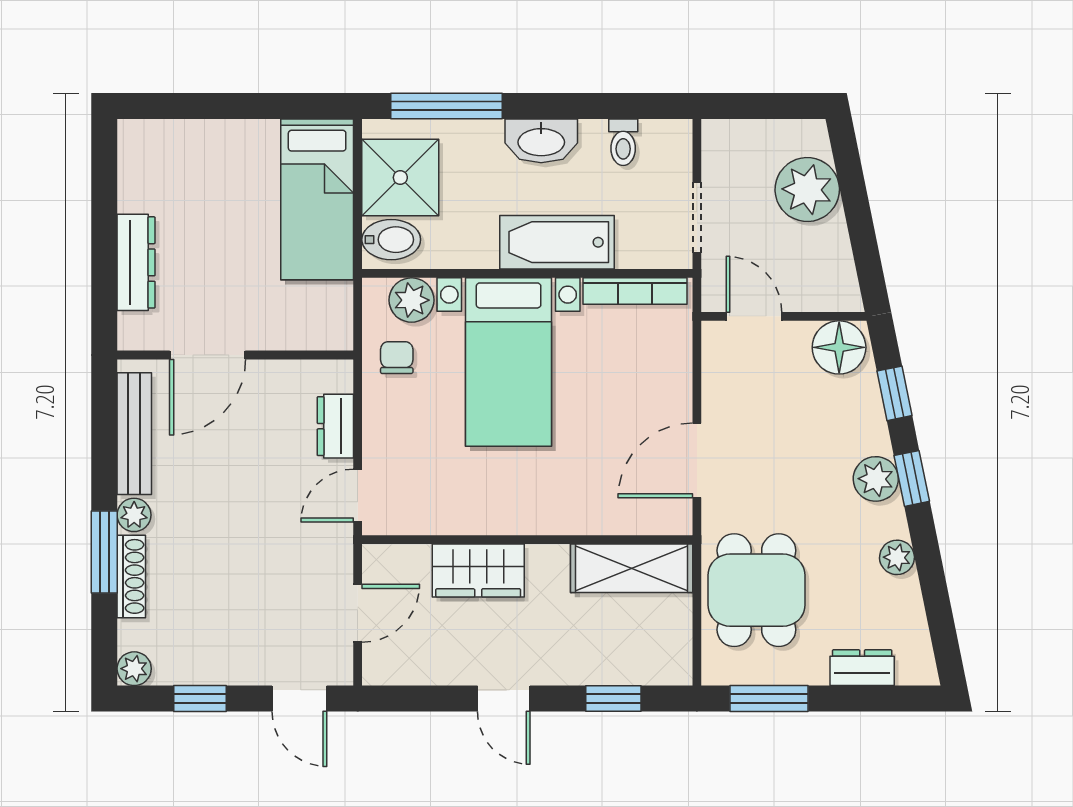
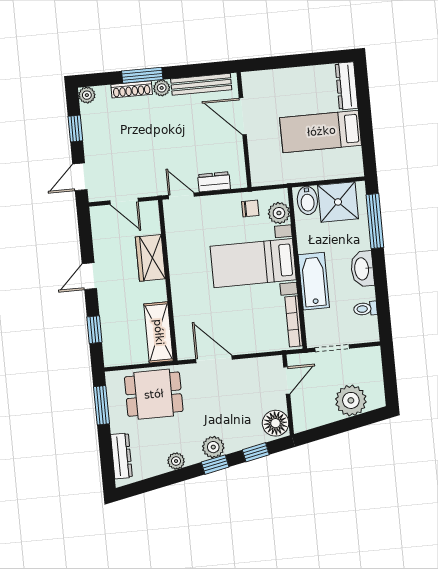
bed: (317, 199) -> (321, 131), moved
dresser: (136, 262) -> (347, 86), moved, turned 90
dresser: (862, 668) -> (121, 456), width x1.44

